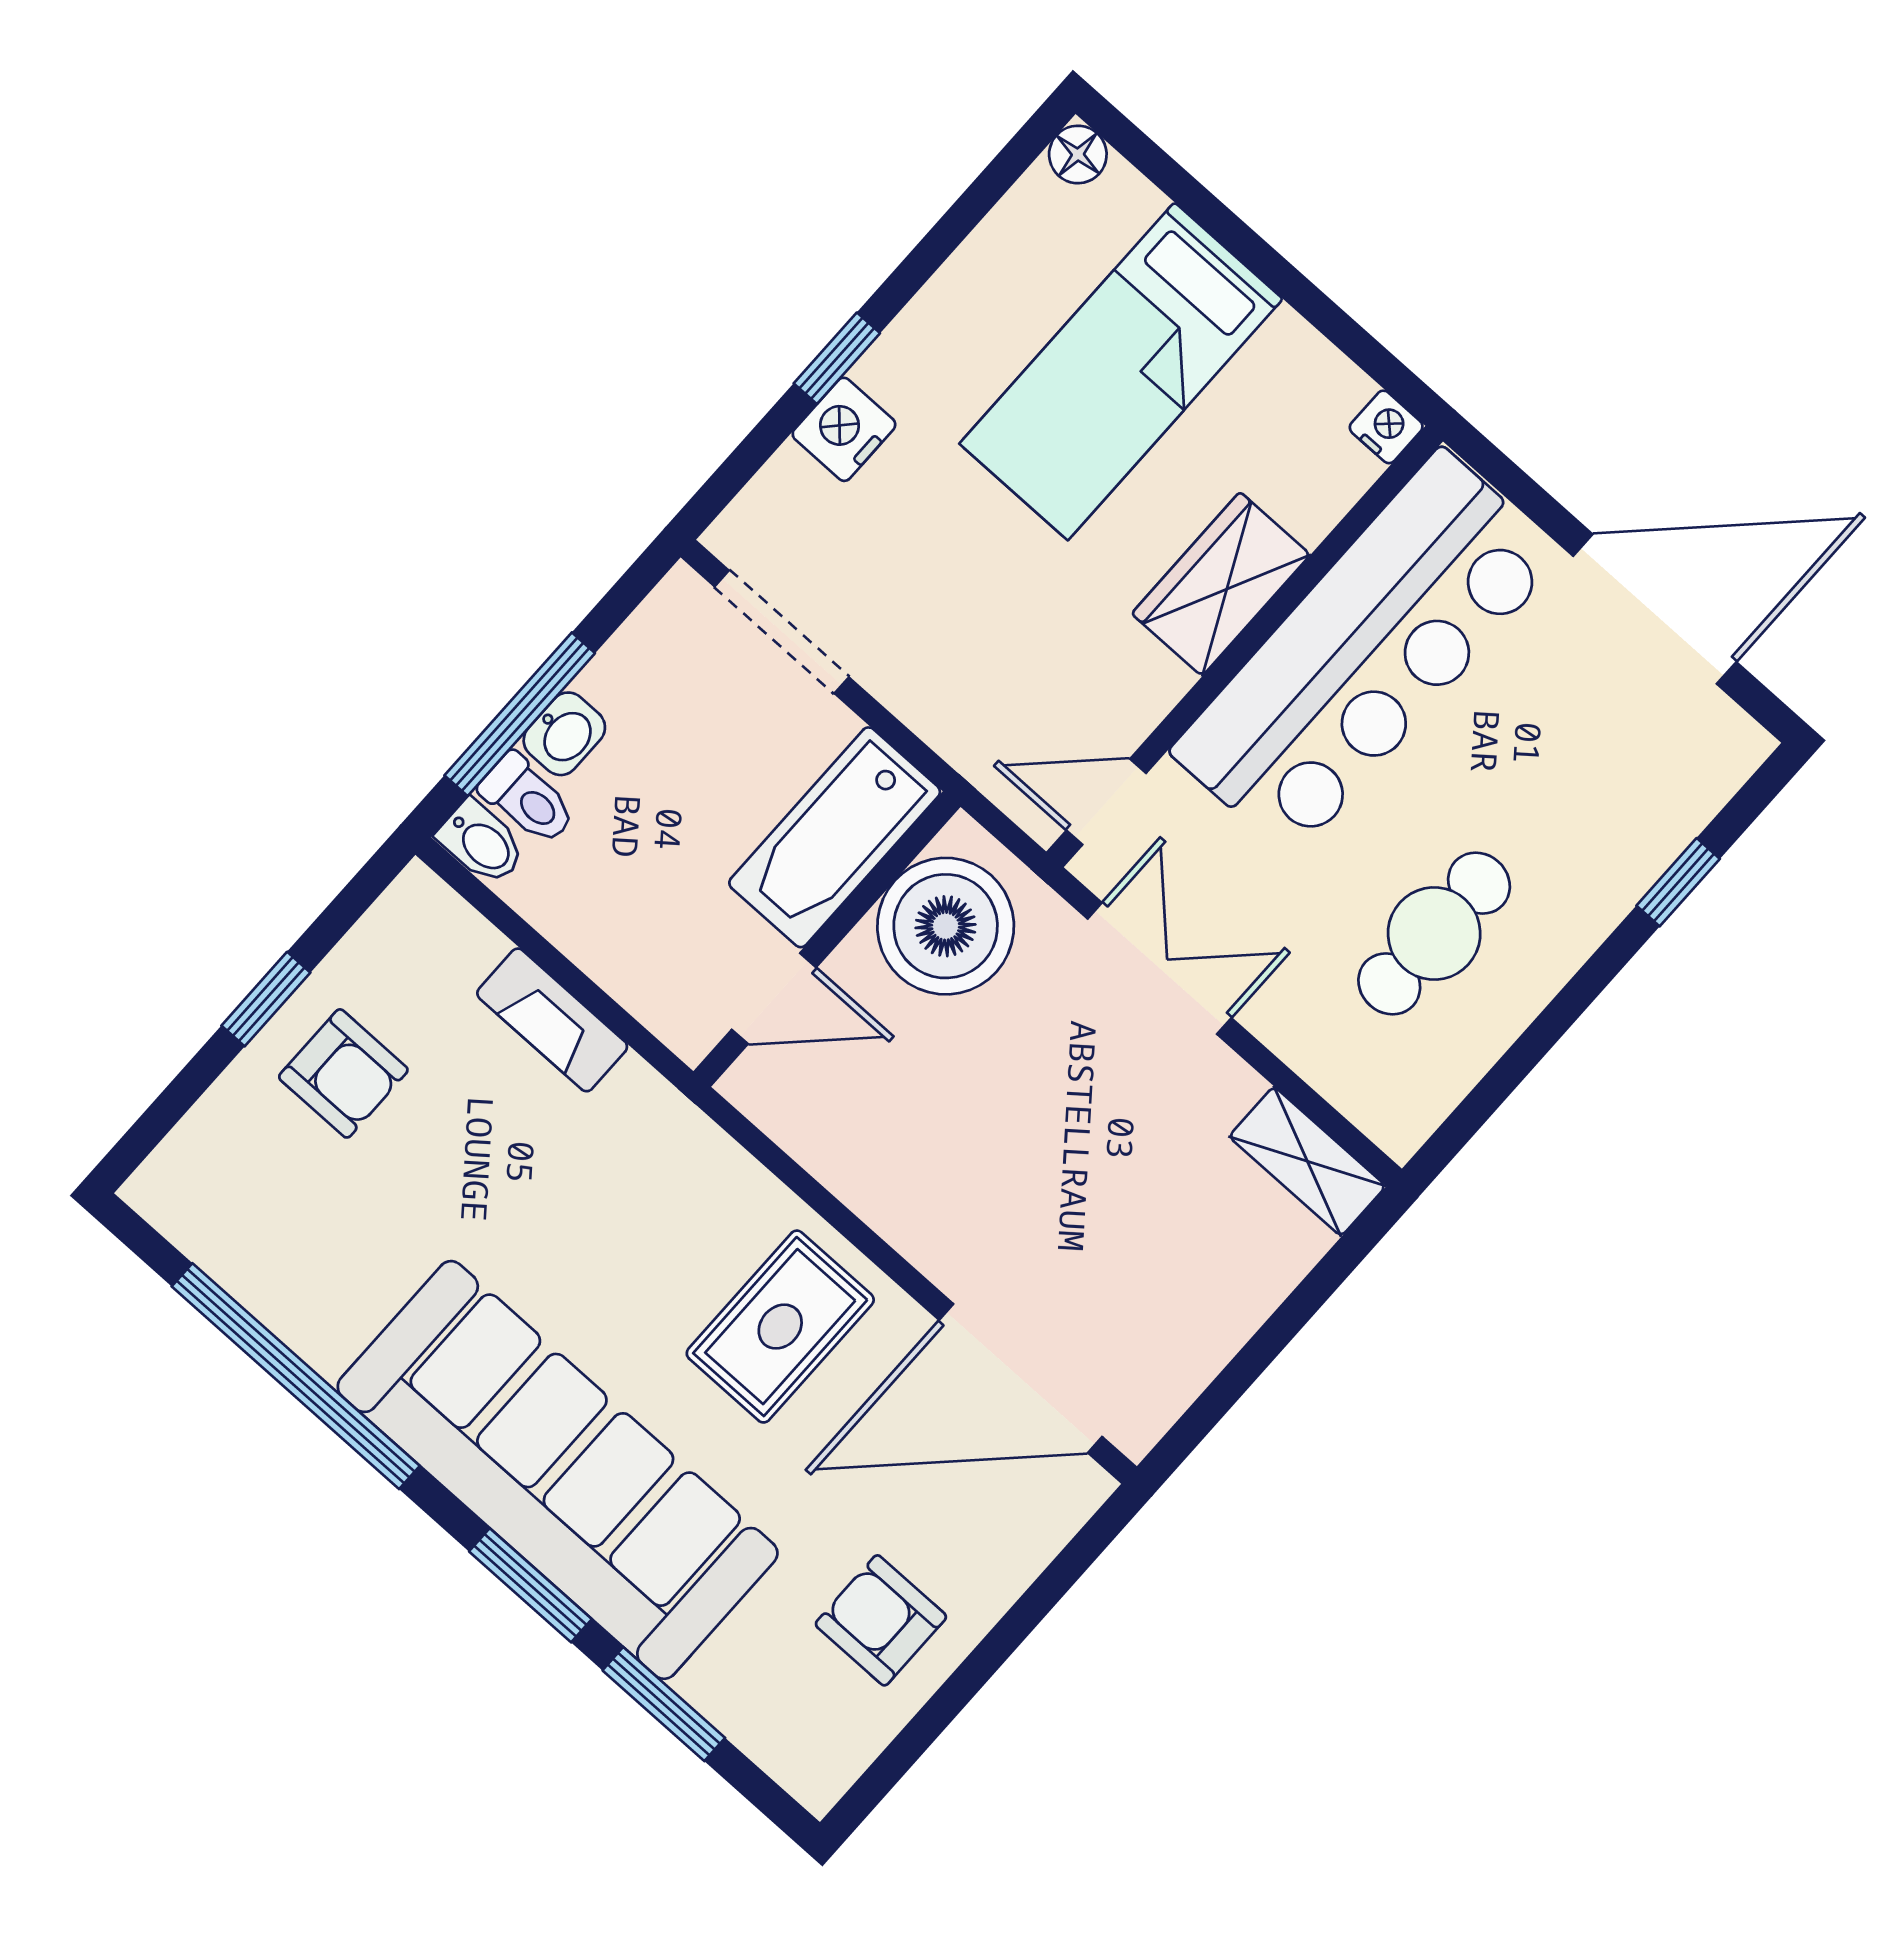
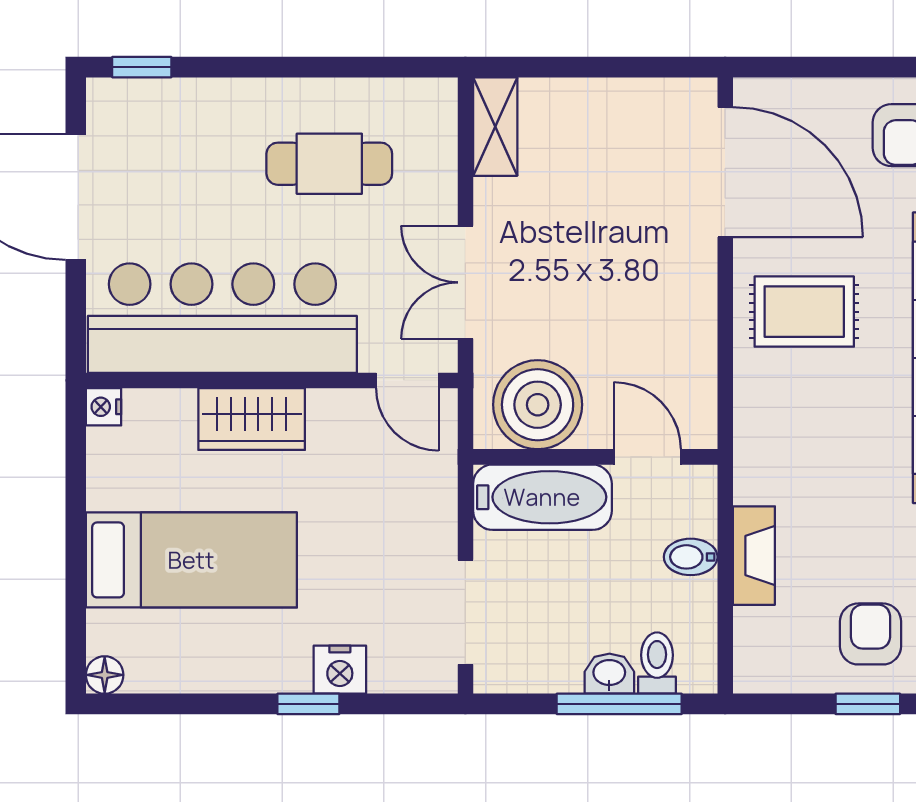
bidet: (482, 843) -> (691, 557), moved, turned -90
window: (1678, 882) -> (142, 67), moved

